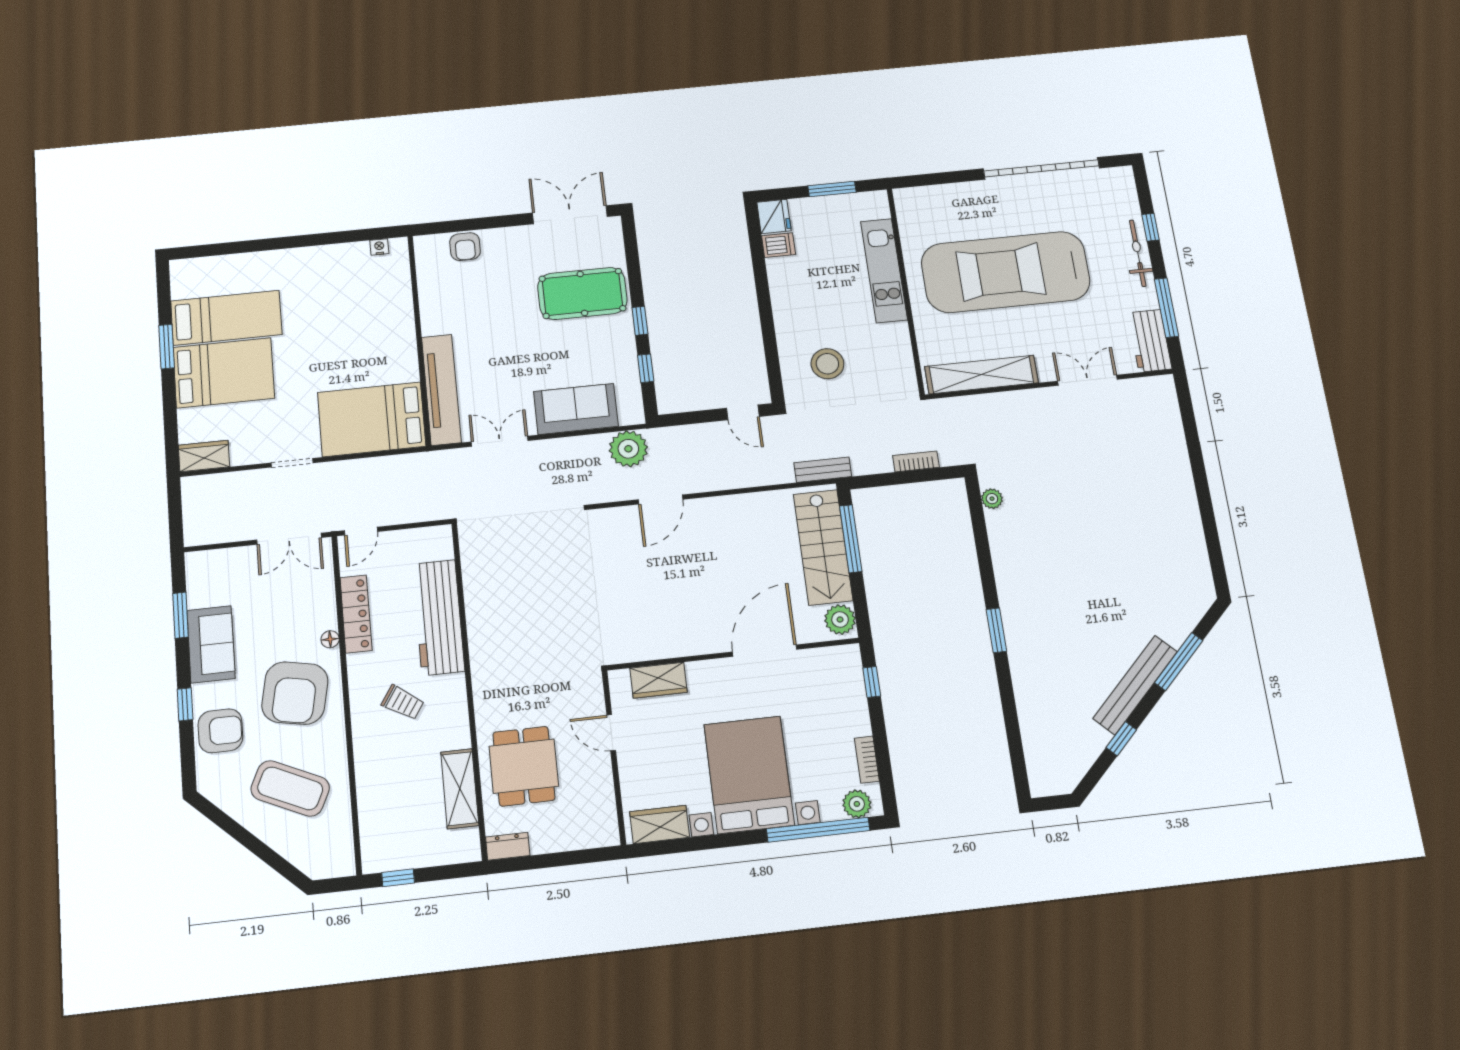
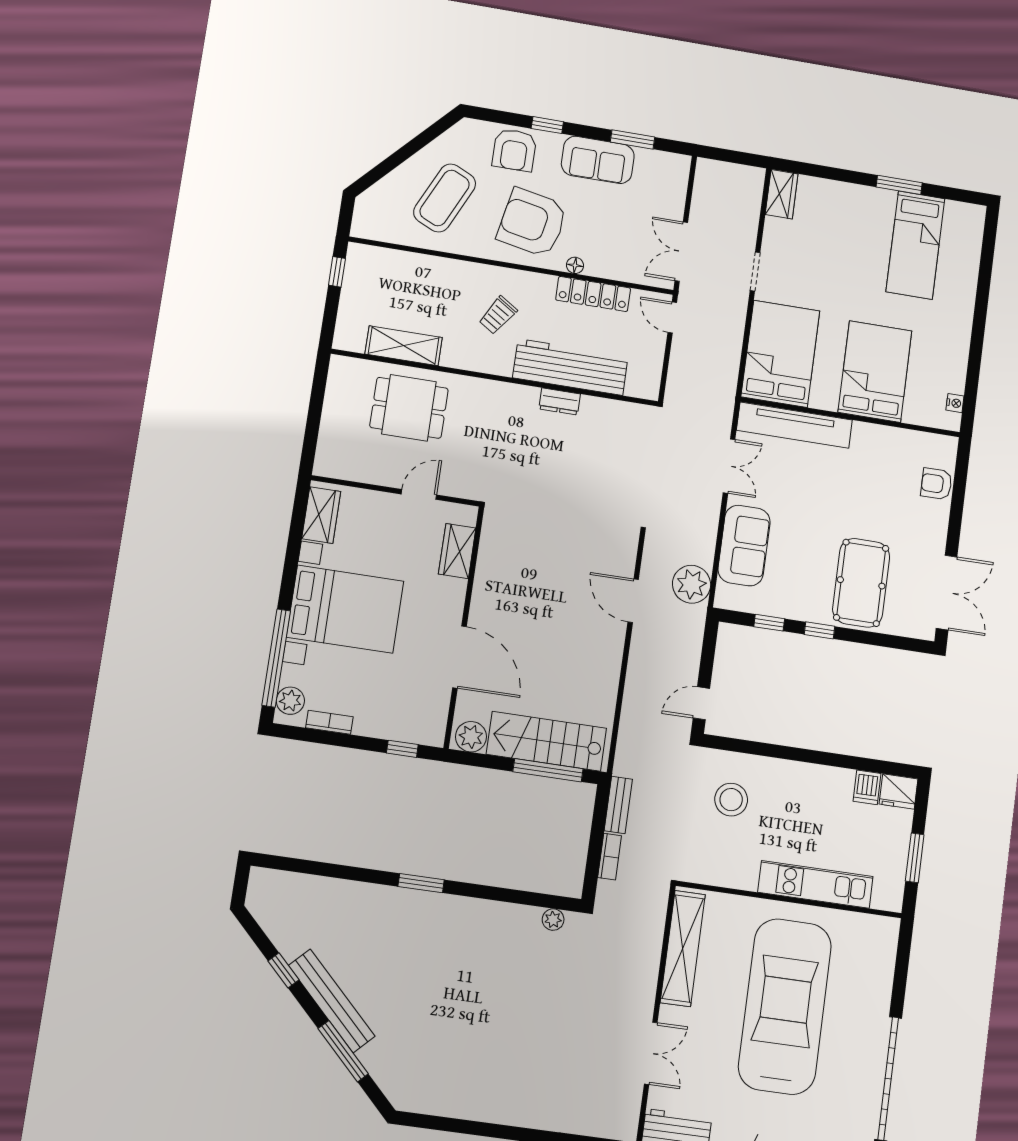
bed: (224, 373) -> (875, 372), moved, turned 180
bench: (823, 470) -> (618, 805), moved
dresser: (508, 846) -> (560, 401), moved, turned 90

